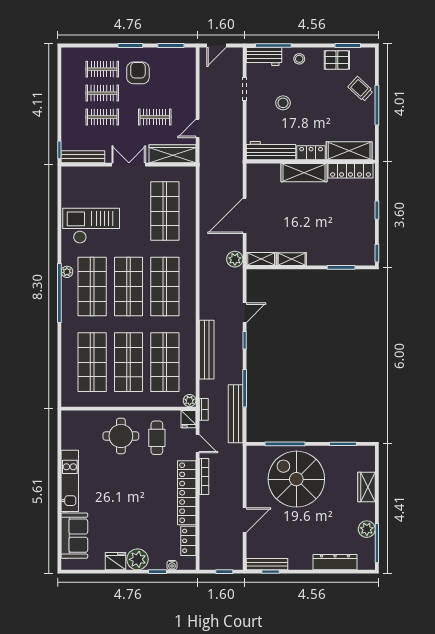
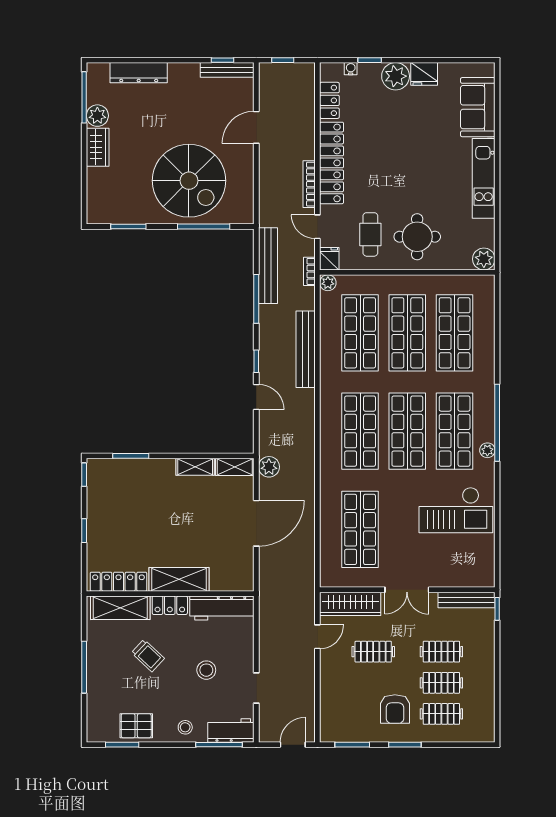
trolley: (360, 89) -> (148, 656), moved
door: (245, 313) -> (256, 397), swing flipped
plant: (70, 419) -> (484, 259), added
wardrobe: (367, 487) -> (98, 147), moved

